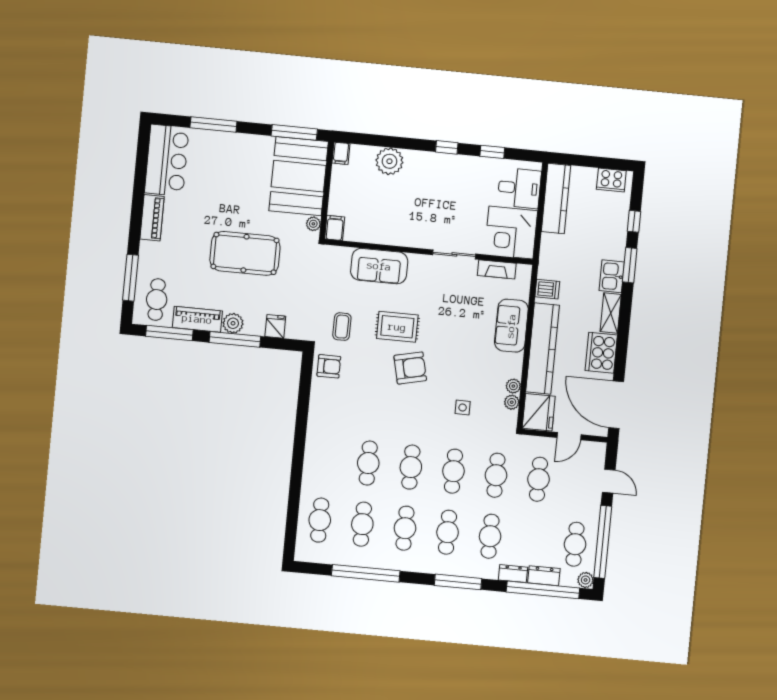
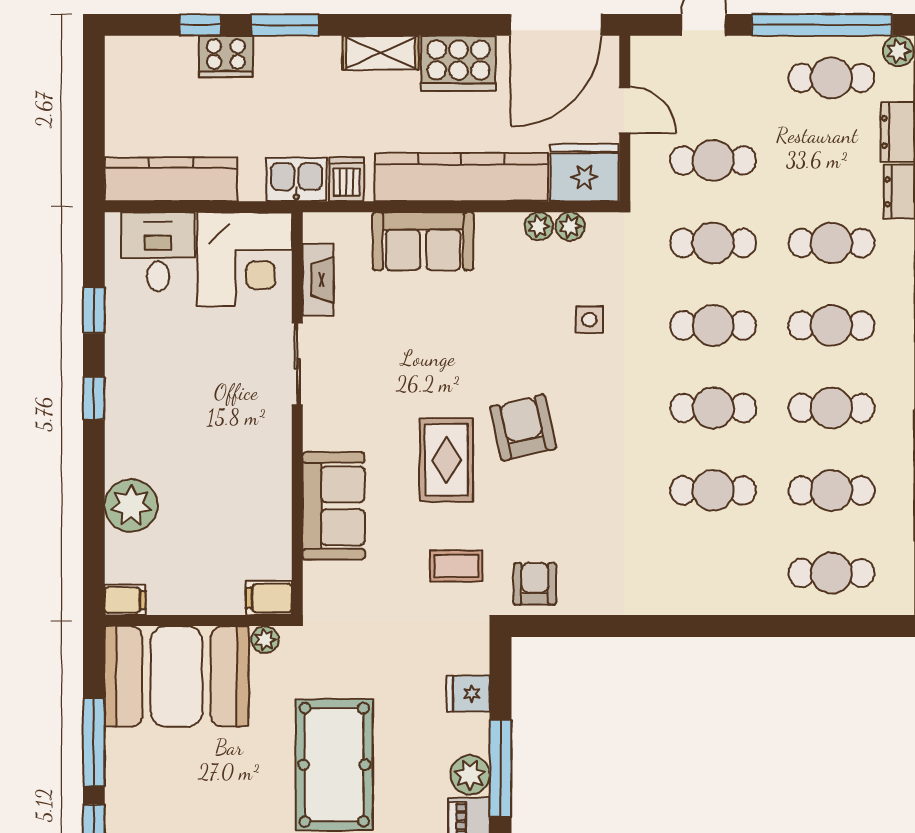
window: (294, 132) -> (94, 742), moved
cooker: (611, 180) -> (226, 56), moved, turned 90
kitchen sink: (612, 276) -> (296, 180), moved, turned 180

